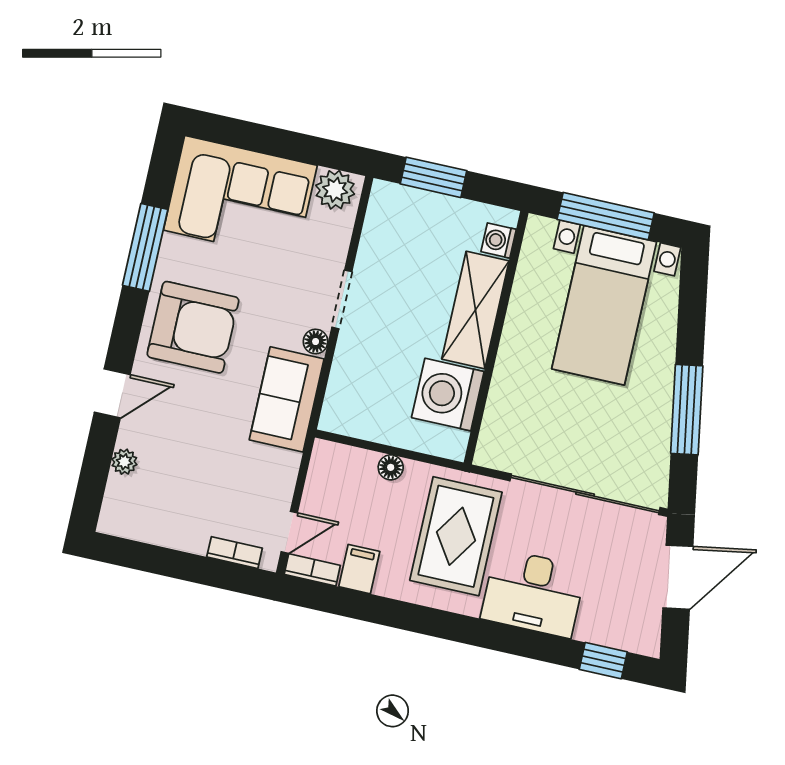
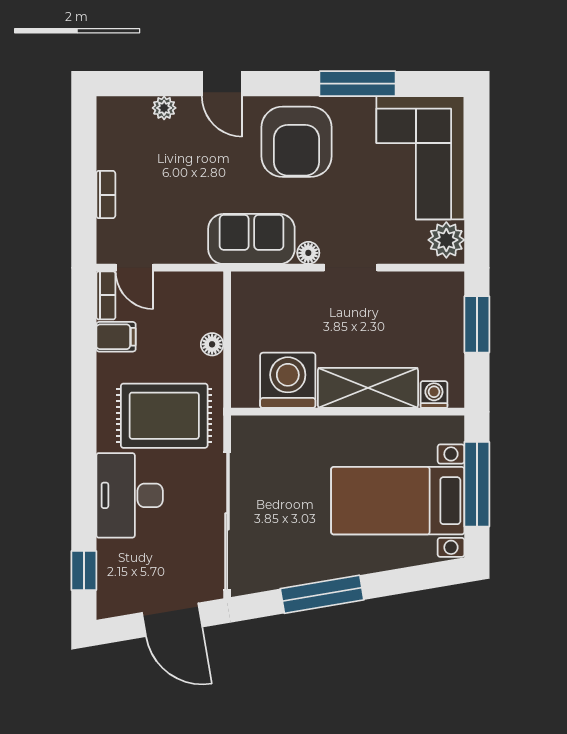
bookcase: (235, 553) -> (106, 195), moved

